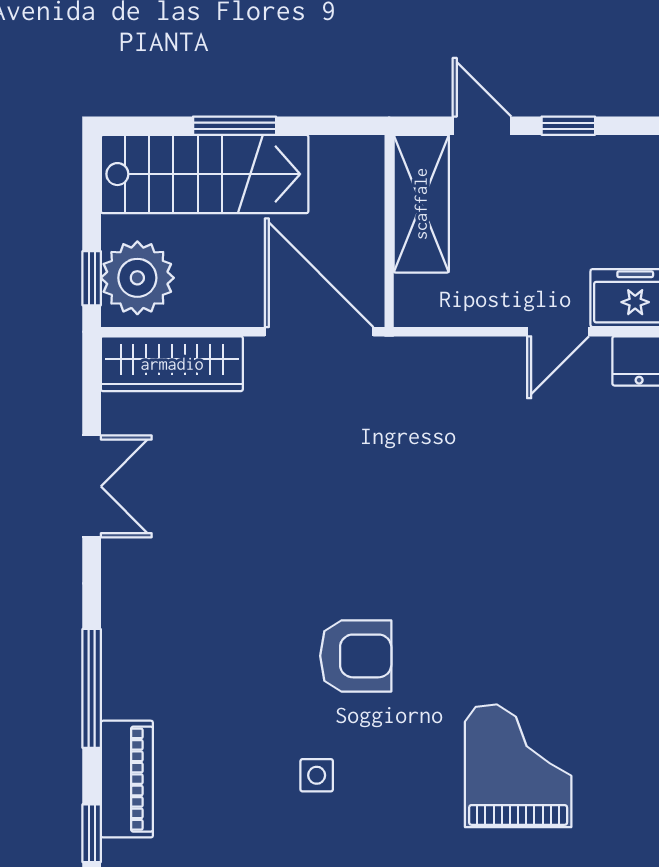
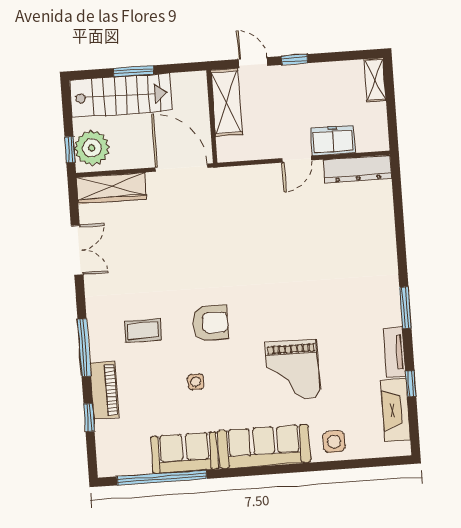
coffee table: (216, 661) -> (143, 330), added
grand piano: (518, 766) -> (293, 370), turned 180

